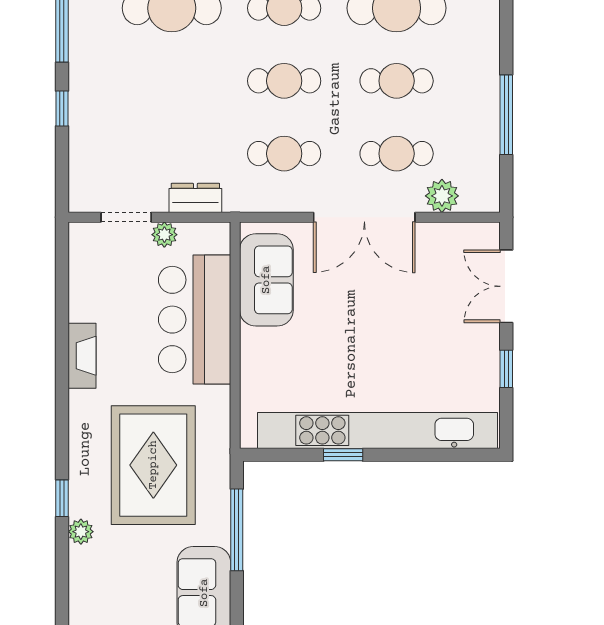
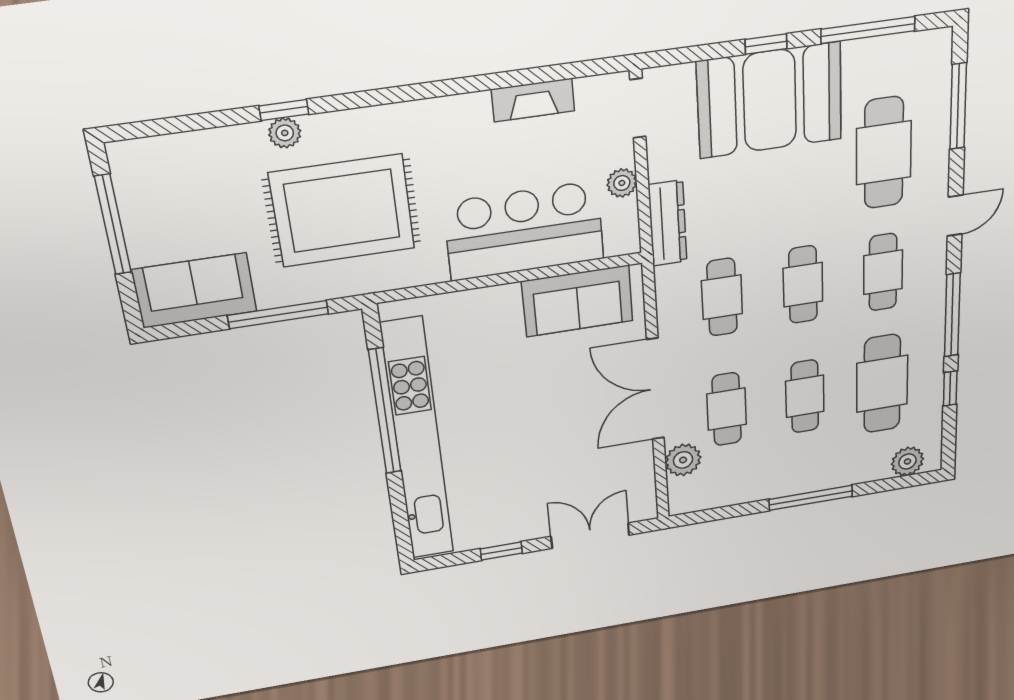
booth: (111, 107) -> (770, 100), added
window: (506, 115) -> (811, 498), moved
dresser: (195, 198) -> (668, 223), width x1.44
doorway: (126, 217) -> (638, 108), moved
fireplace: (82, 356) -> (533, 100), moved
window: (343, 455) -> (385, 411), width x3.17
plant: (81, 532) -> (285, 133), moved

